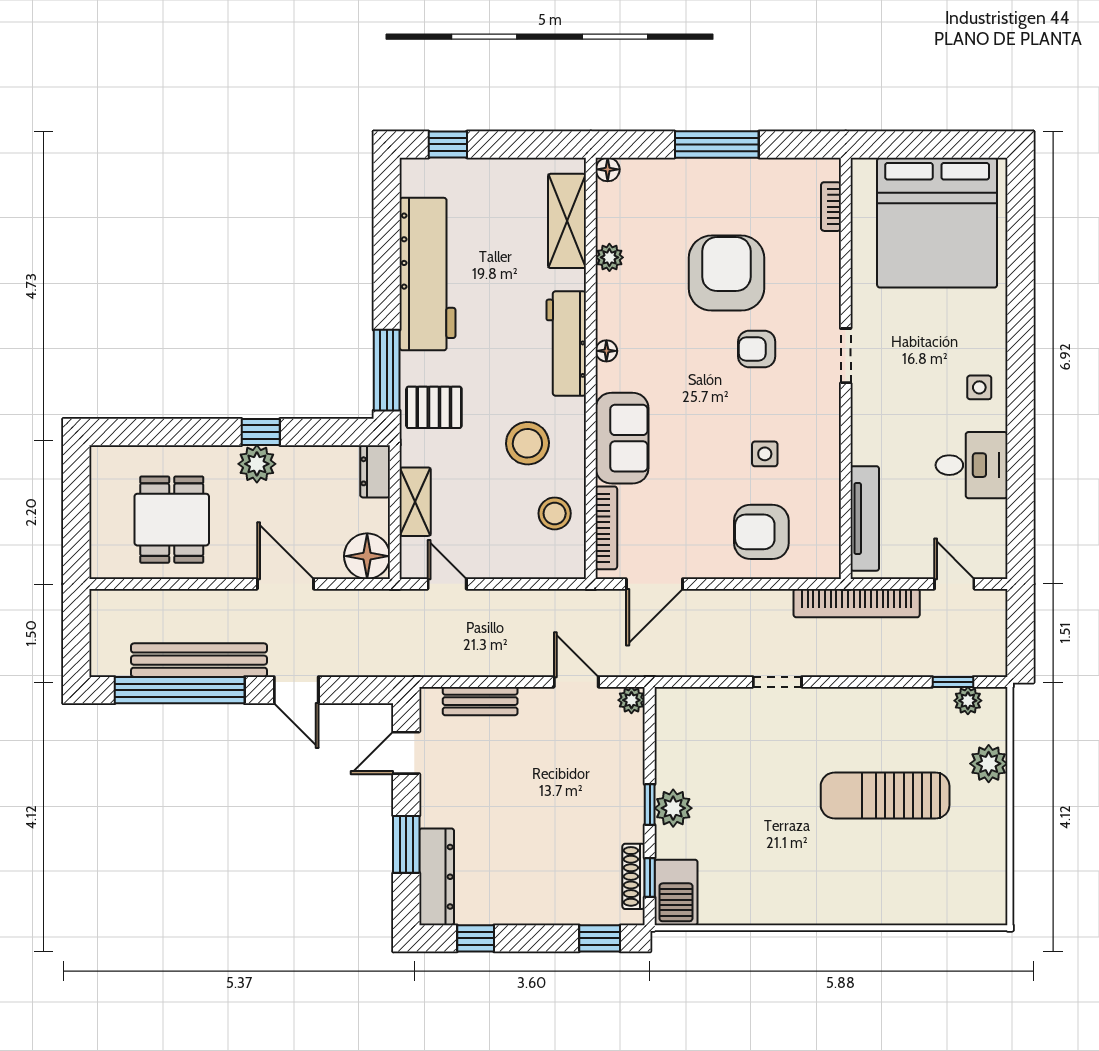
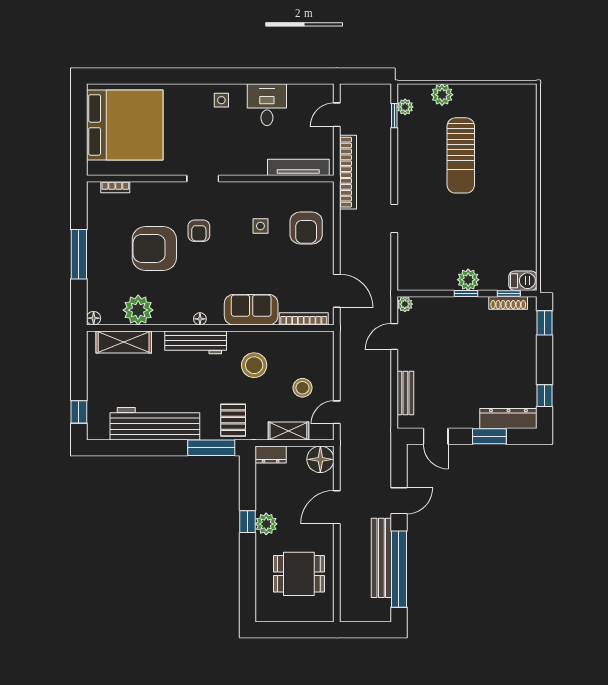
plant: (609, 257) -> (138, 310), width x1.87, depth x1.87
stool: (555, 513) -> (302, 388), moved
barbecue: (676, 892) -> (523, 281), width x0.73, depth x0.79

